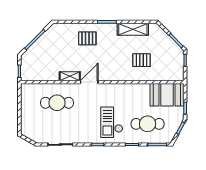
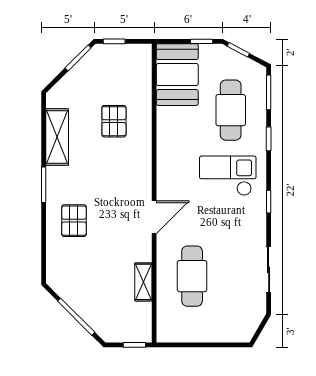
shelving: (70, 76) -> (143, 282), moved
door: (89, 82) -> (154, 217), swing flipped
checkout: (112, 122) -> (228, 176), turned 180

